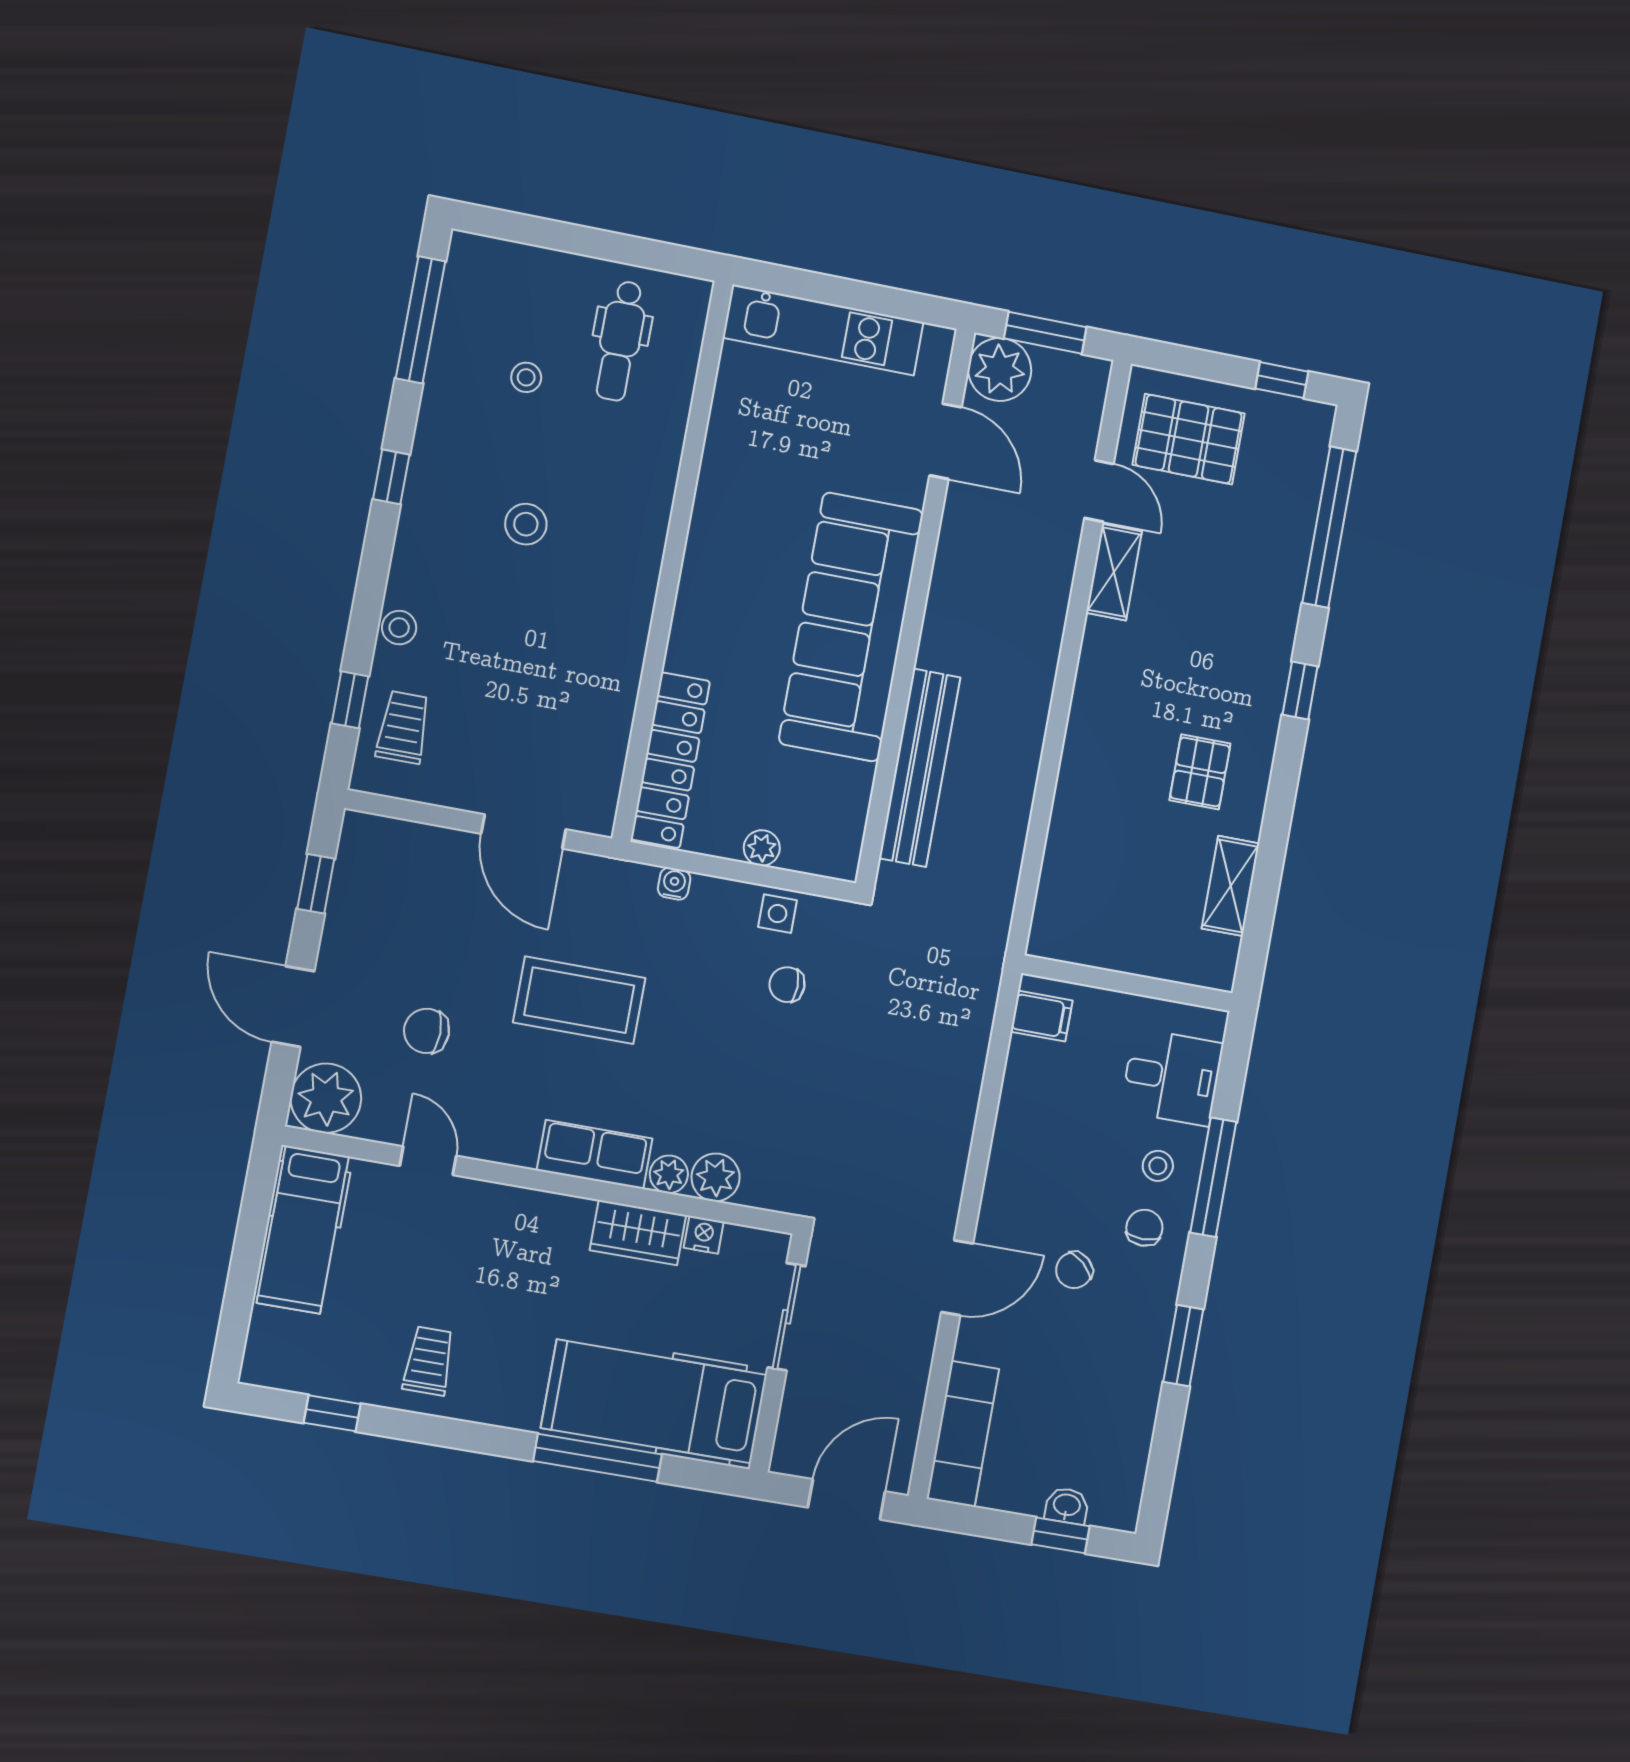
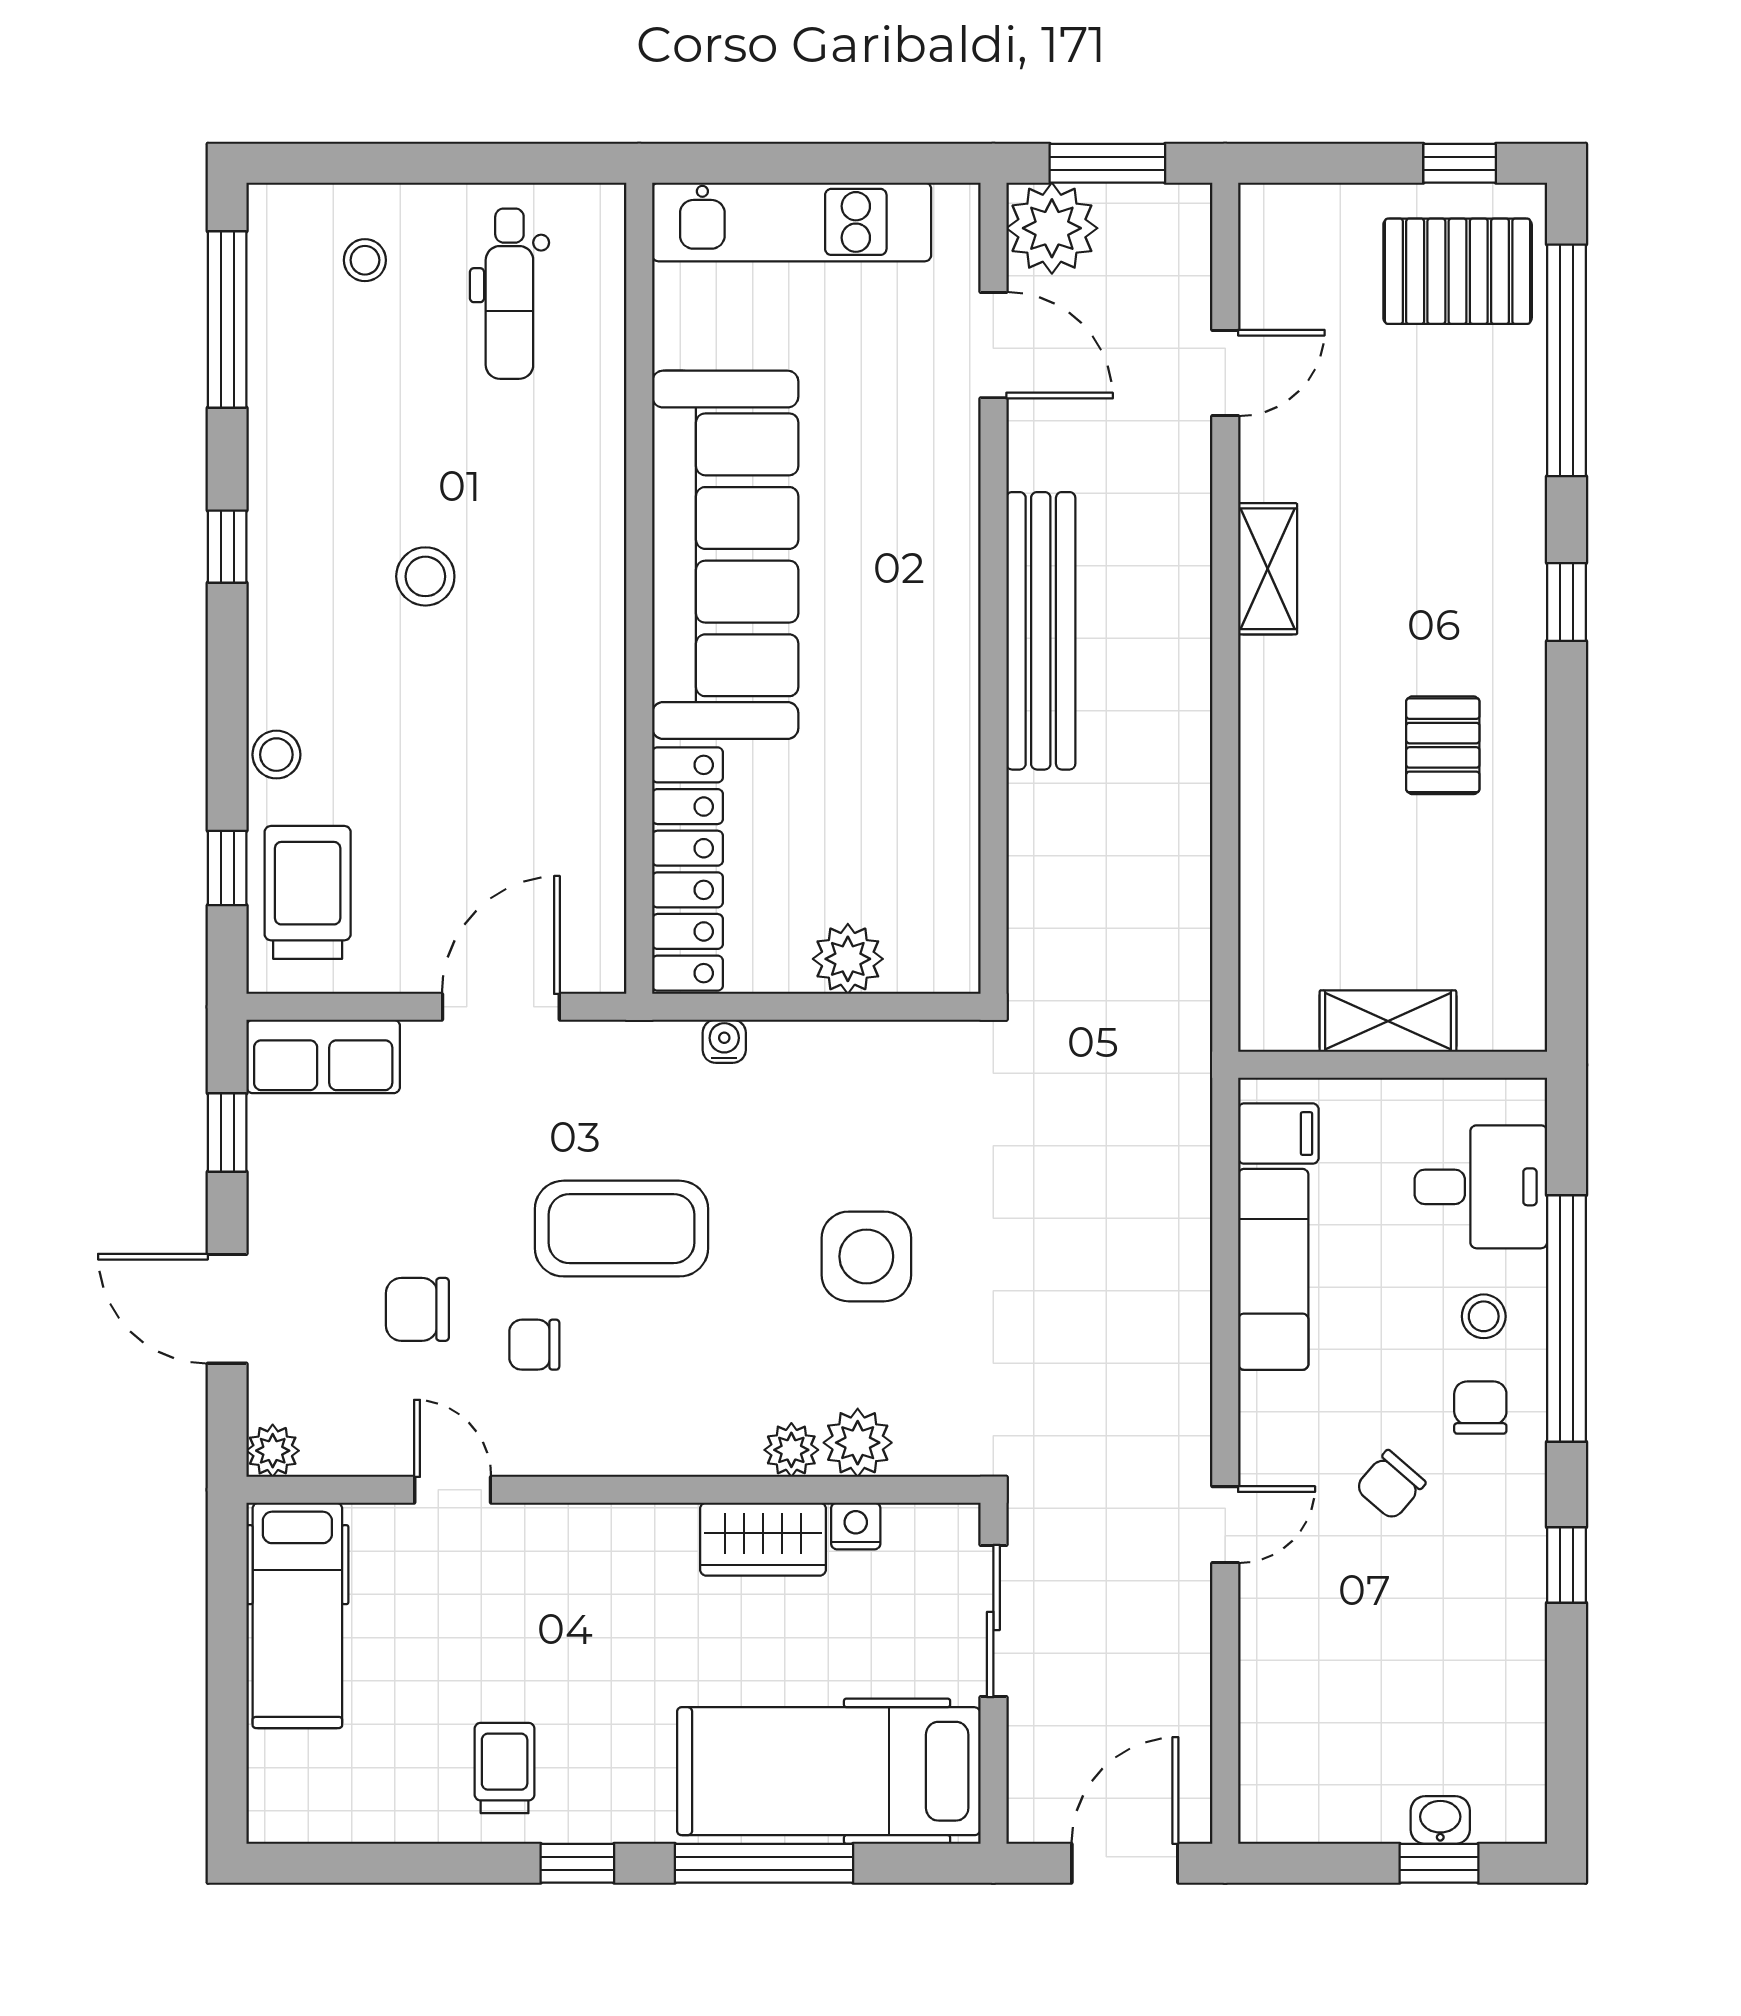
stool: (526, 377) -> (365, 260), moved
pallet: (1189, 439) -> (1458, 271), moved
door: (1099, 491) -> (1225, 373), hinge flipped
shelving: (1114, 572) -> (1268, 569), moved
sofa: (851, 627) -> (725, 555), moved, turned 180
trolley: (403, 727) -> (308, 892), width x1.36, depth x1.39
bench: (920, 768) -> (1041, 631), moved
door: (524, 831) -> (501, 1007), swing flipped
plant: (762, 848) -> (848, 959), width x1.38, depth x1.38
shelving: (1231, 886) -> (1388, 1021), moved, turned 90
side table: (778, 914) -> (866, 1256), moved, width x1.87, depth x1.87
chair: (787, 985) -> (534, 1345), moved
plant: (326, 1098) -> (273, 1451), width x0.53, depth x0.53
row of seats: (595, 1154) -> (323, 1056), moved, turned 180
window: (1213, 1177) -> (1566, 1319), width x1.46
door: (957, 1278) -> (1225, 1525), width x0.73
window: (1183, 1346) -> (1566, 1565), width x0.67
window: (332, 1413) -> (577, 1863), moved
exam couch: (963, 1434) -> (1273, 1269), moved

